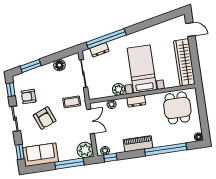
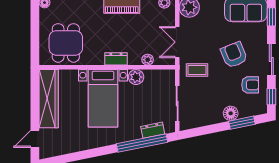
door: (190, 29) -> (35, 139), hinge flipped
floor lamp: (59, 65) -> (231, 113), moved

